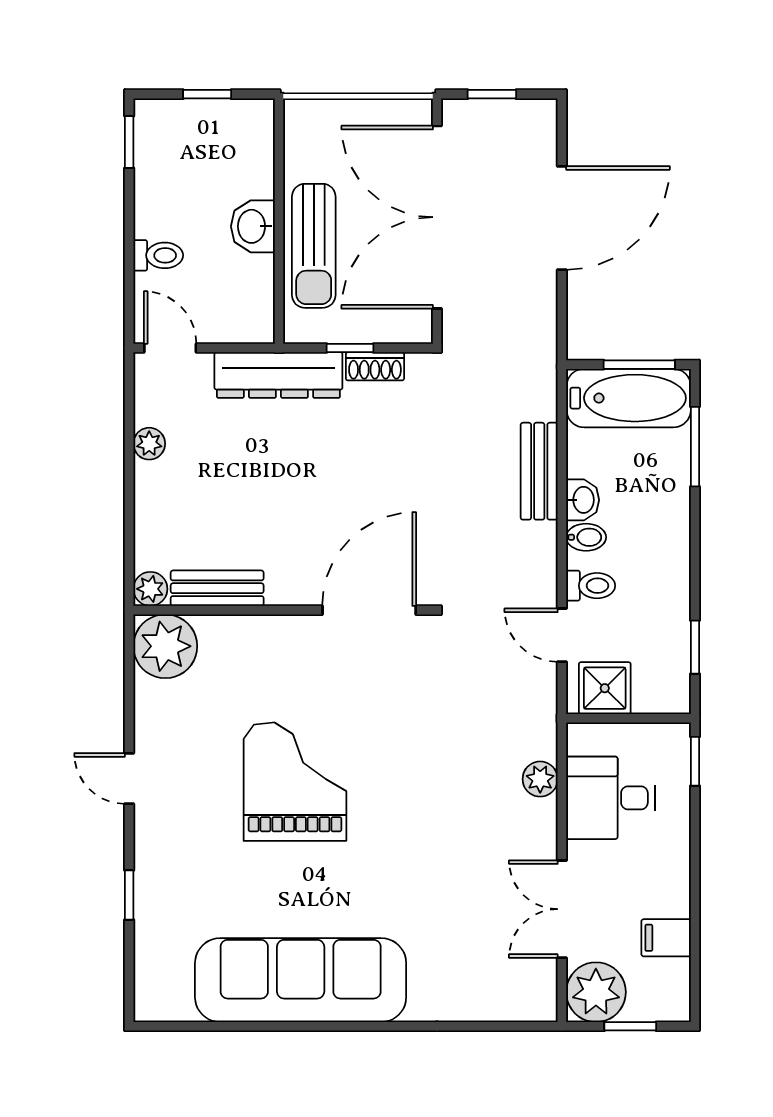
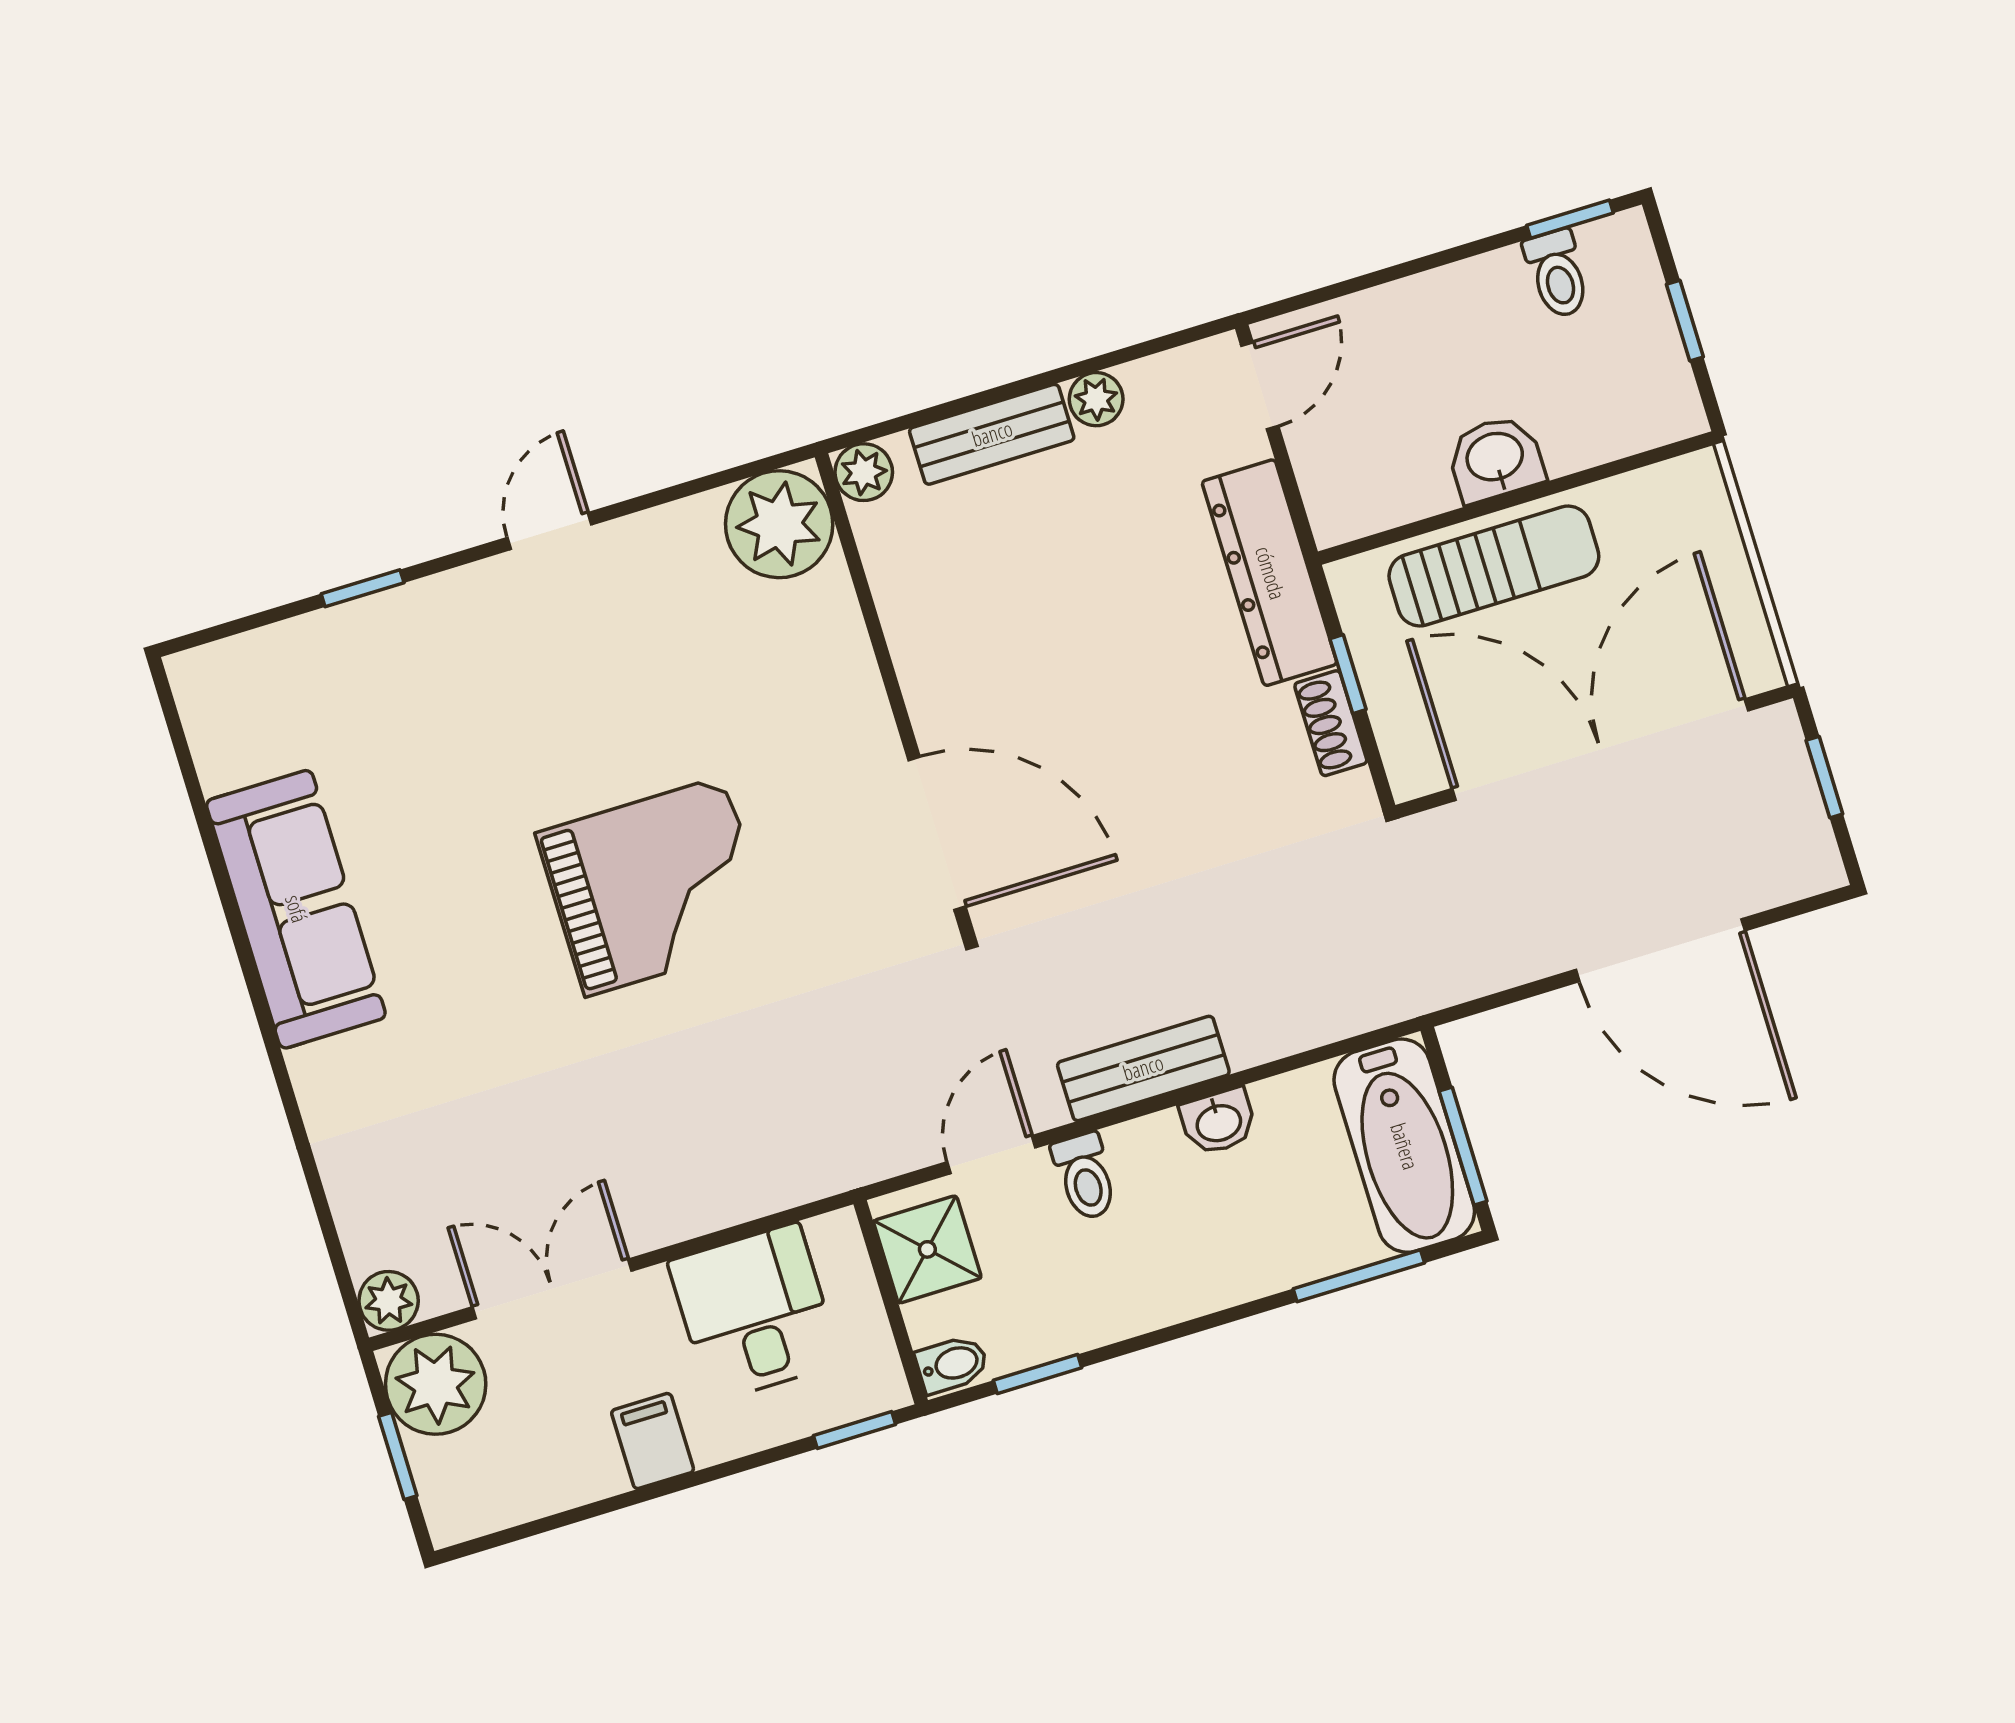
sun lounger: (314, 246) -> (1494, 566), turned 180
toilet: (158, 255) -> (1557, 274), moved
bench: (539, 471) -> (1143, 1068), moved
bidet: (586, 537) -> (952, 1364), moved, turned -90
bench: (217, 588) -> (992, 434), moved, turned 90
plant: (540, 779) -> (389, 1301), moved
grand piano: (295, 782) -> (655, 886), moved
filing cabinet: (666, 938) -> (653, 1441), moved
sofa: (301, 980) -> (296, 909), width x0.74, depth x0.79

